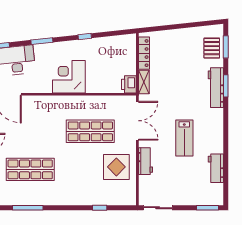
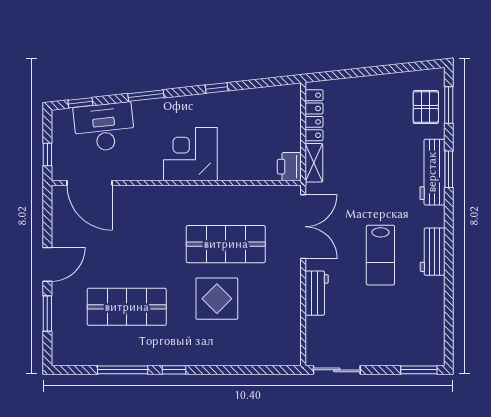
display table: (116, 167) -> (217, 299), moved
workbench: (216, 168) -> (433, 252), moved
window: (100, 208) -> (174, 370), moved

